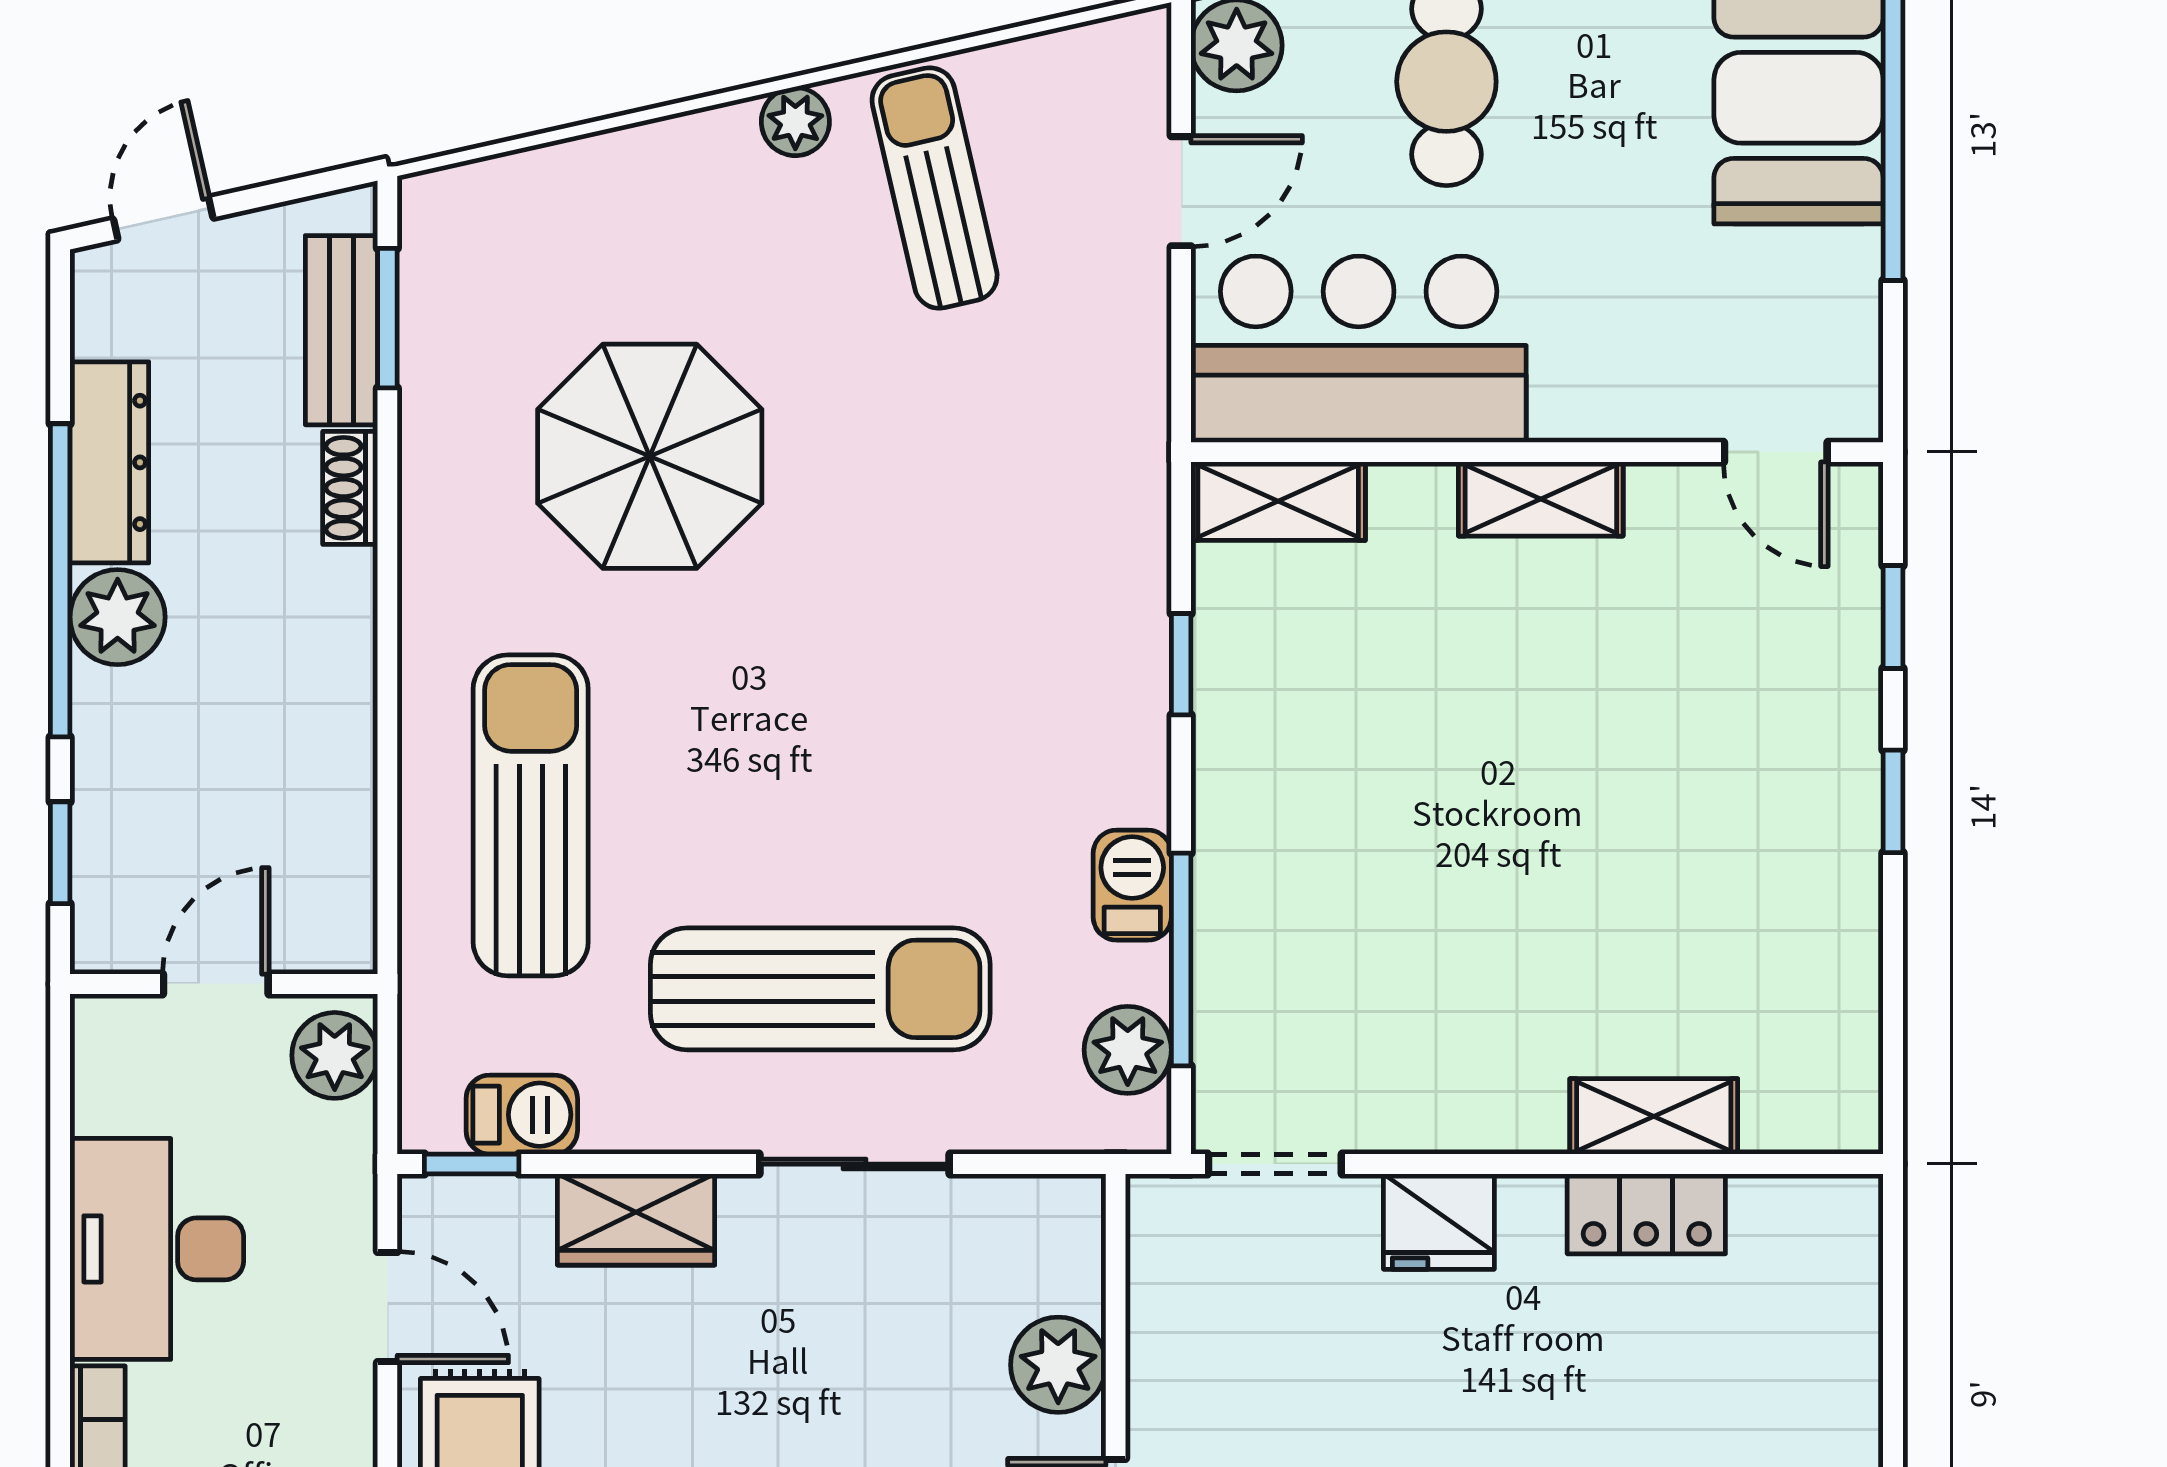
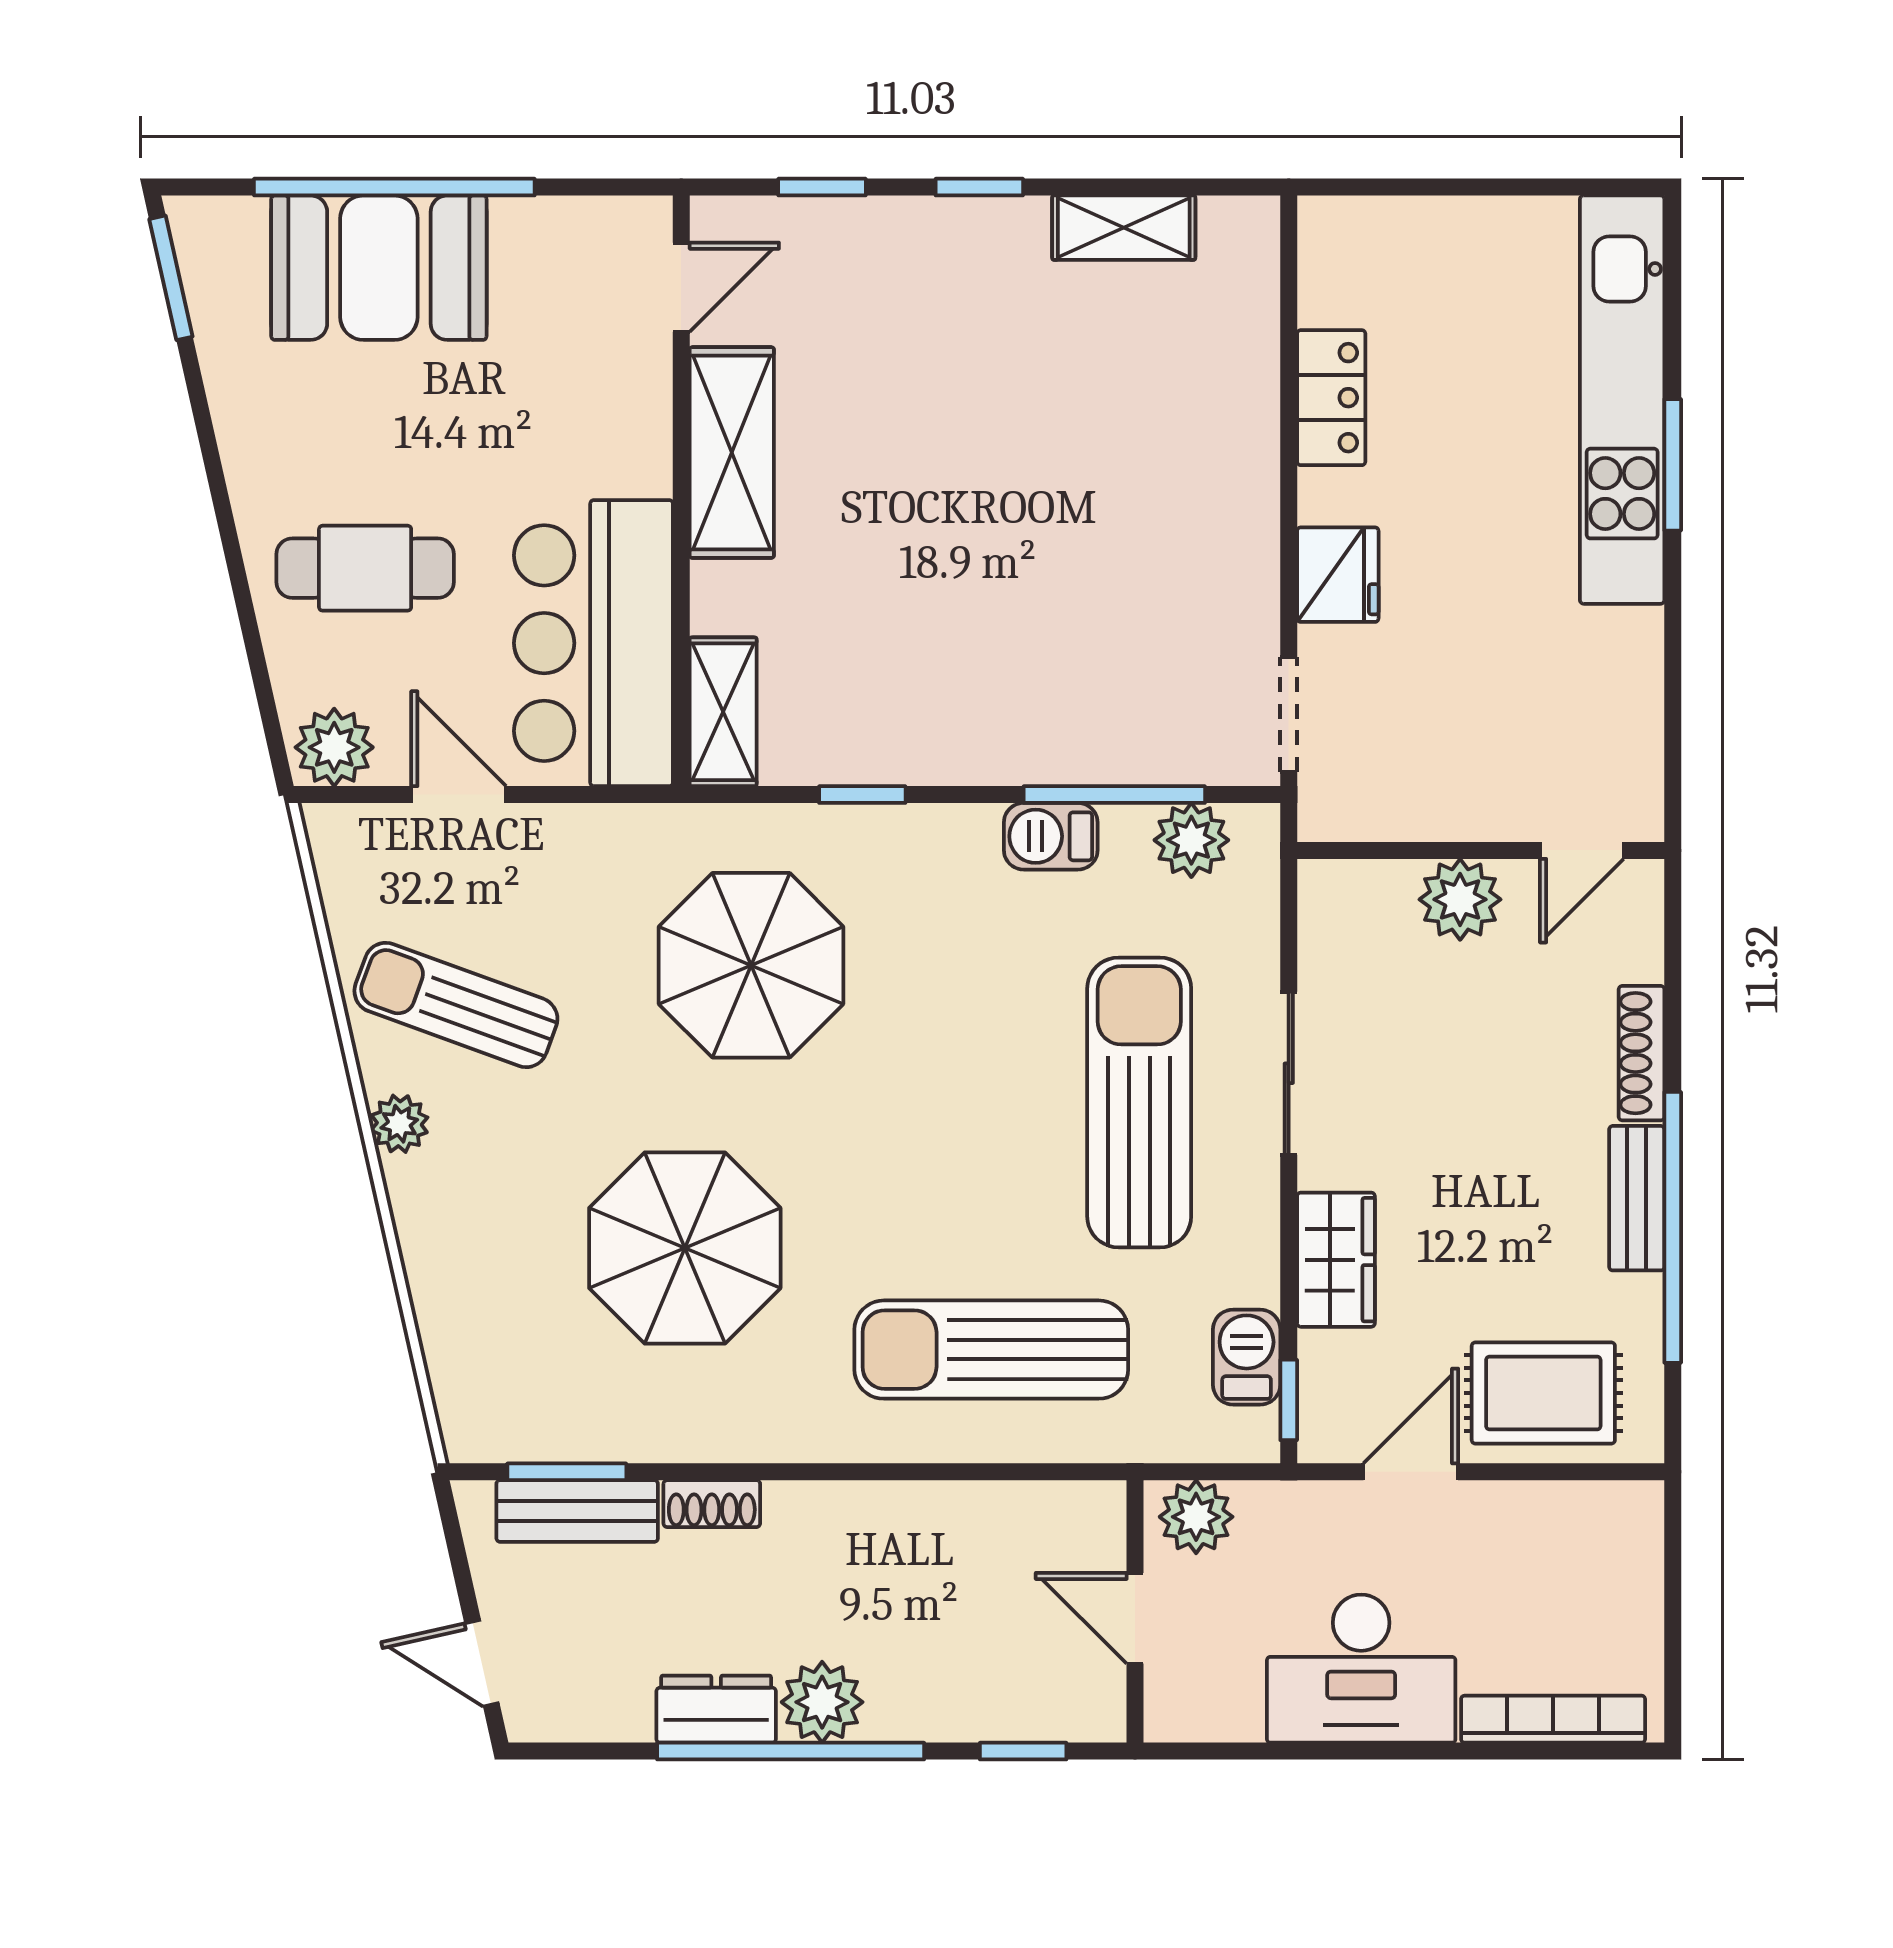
sun lounger: (935, 188) -> (456, 1005), turned 33
dresser: (109, 462) -> (716, 1709), width x0.70
shelving: (1541, 499) -> (732, 453), width x1.50, depth x1.33
parasol: (981, 534) -> (751, 965), added
shelving: (1654, 1116) -> (1124, 228), moved, turned 90

